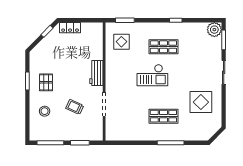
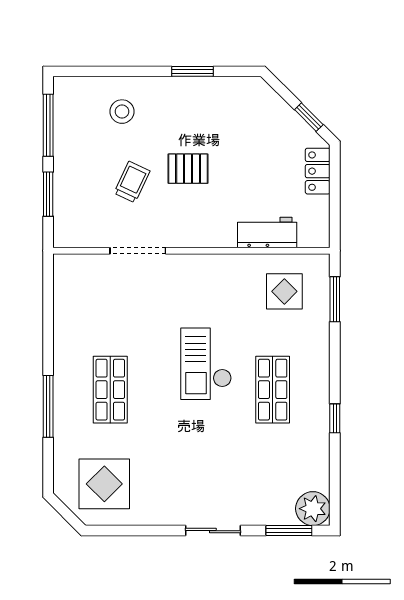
workbench: (96, 73) -> (267, 233), moved
pallet: (46, 82) -> (188, 169), moved
display table: (201, 102) -> (104, 484), moved

